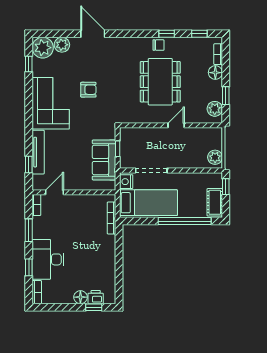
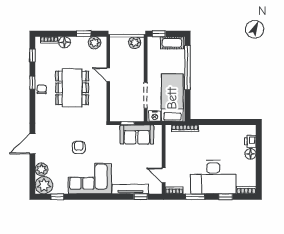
dining table: (160, 82) -> (72, 88), turned 90
desk: (48, 259) -> (213, 177), width x1.36, depth x1.30
window: (94, 307) -> (259, 143), removed

